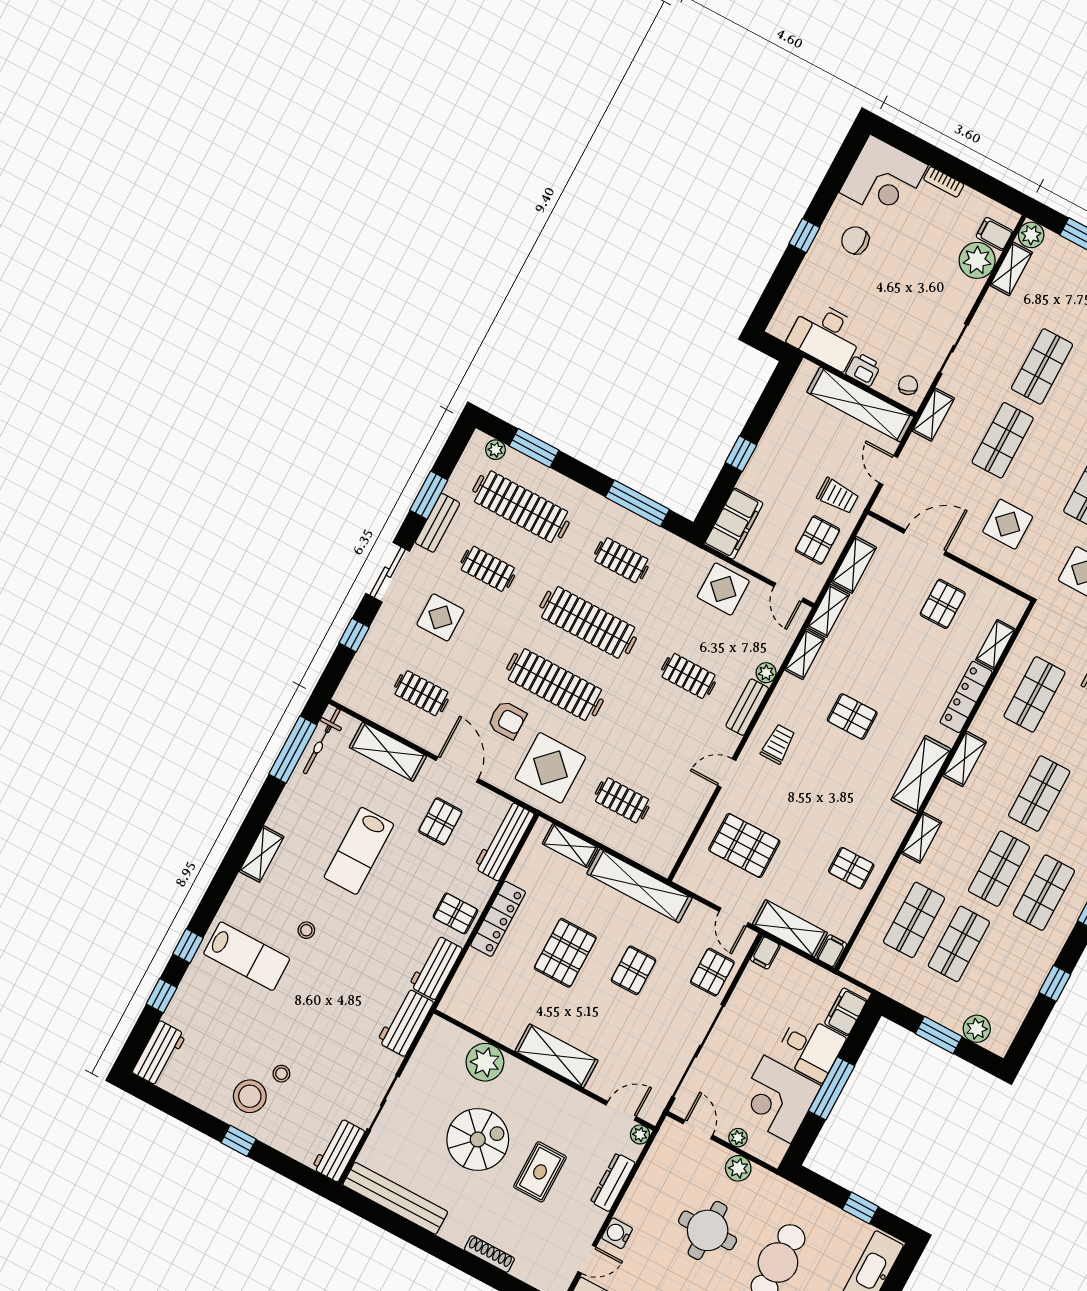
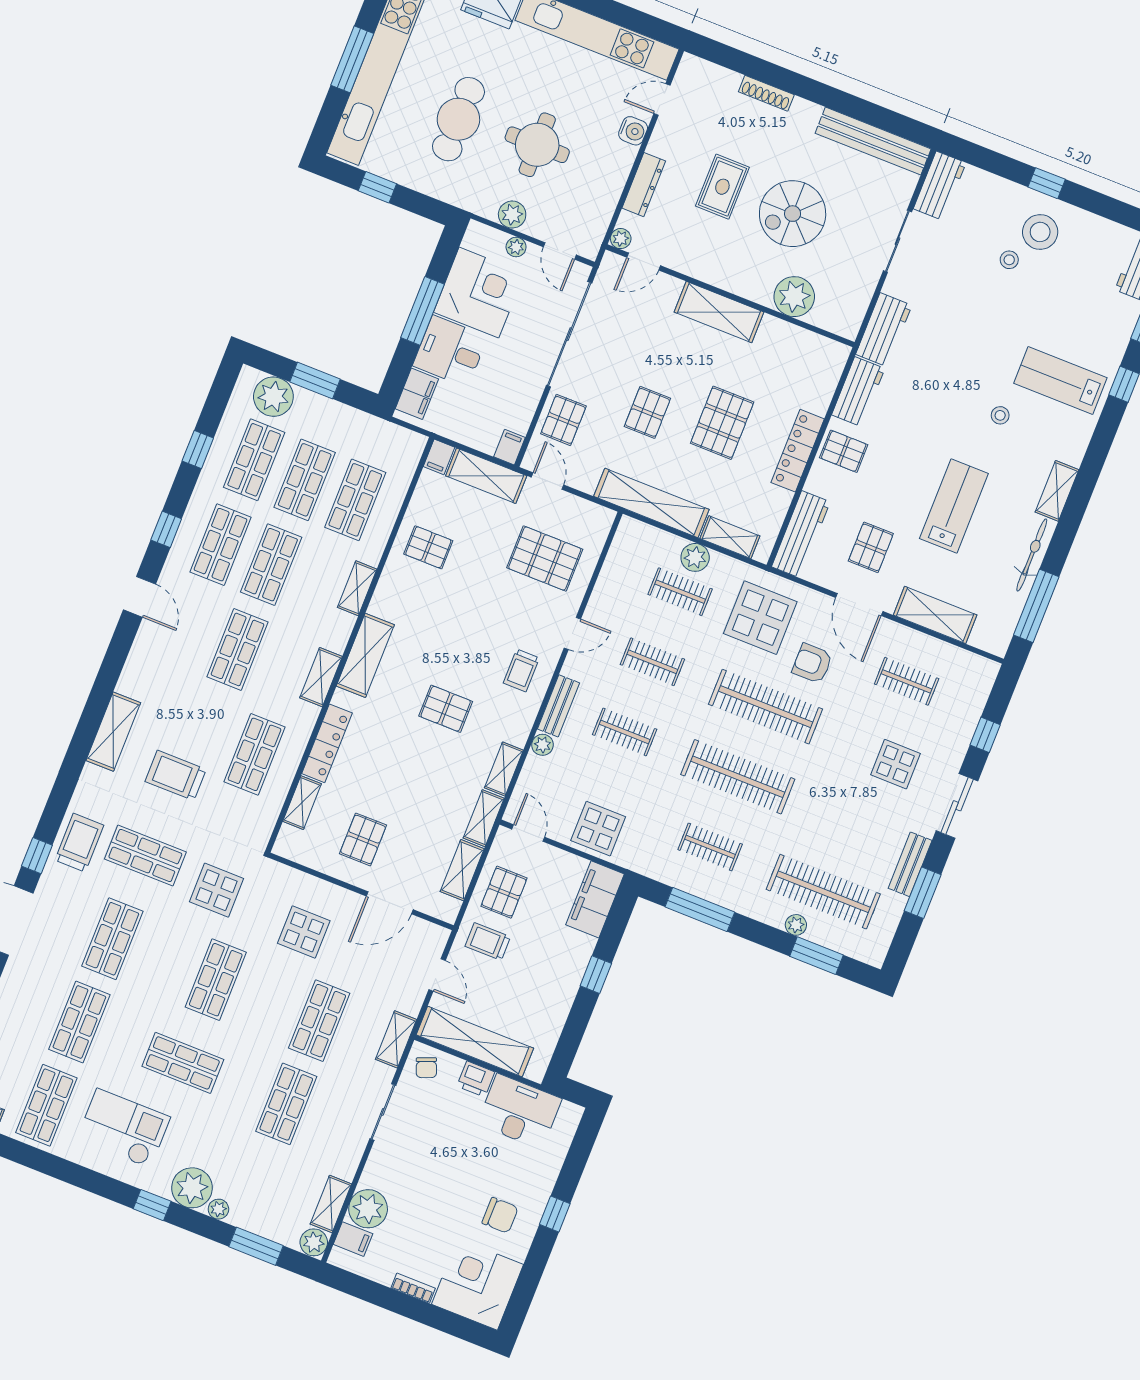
plant: (496, 450) -> (796, 925), moved
clothes rail: (488, 569) -> (652, 662), moved
bicycle: (322, 741) -> (1032, 555), moved
plant: (605, 831) -> (695, 557), added
shop shelf: (1004, 968) -> (254, 460), added
plant: (977, 1029) -> (273, 397), width x1.36, depth x1.36

